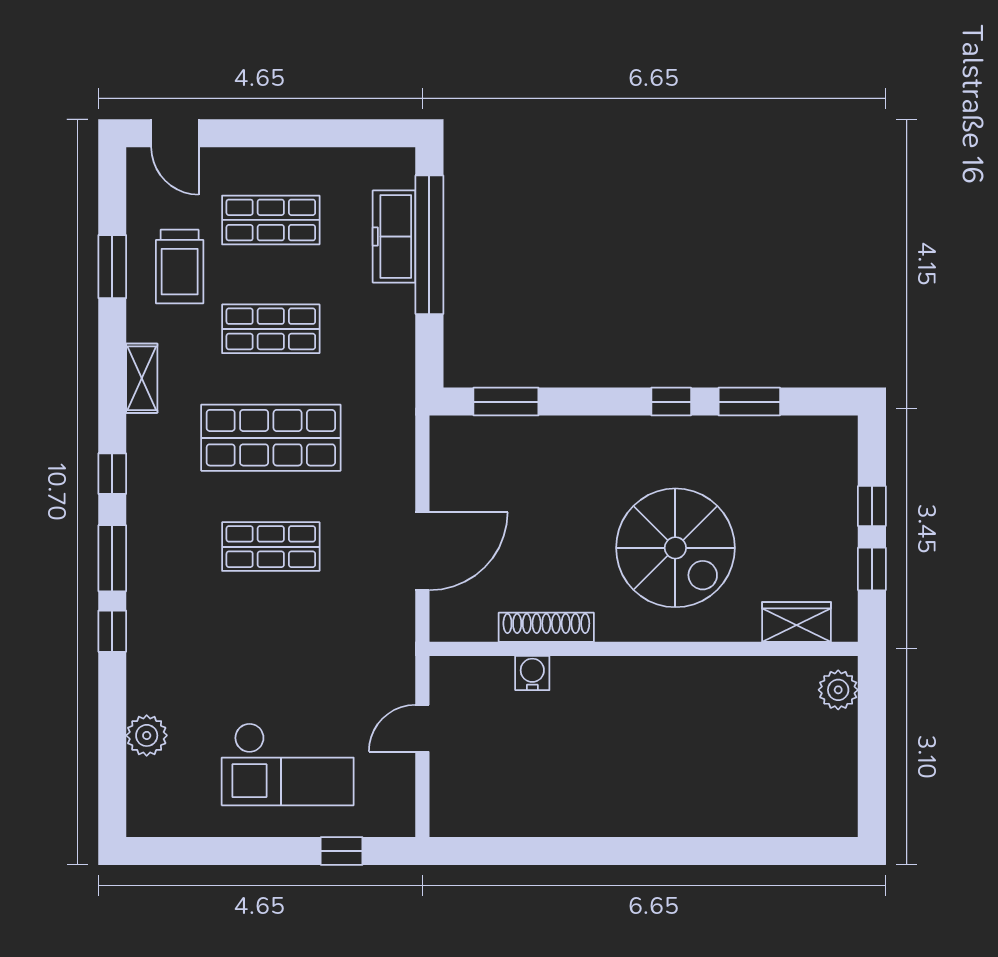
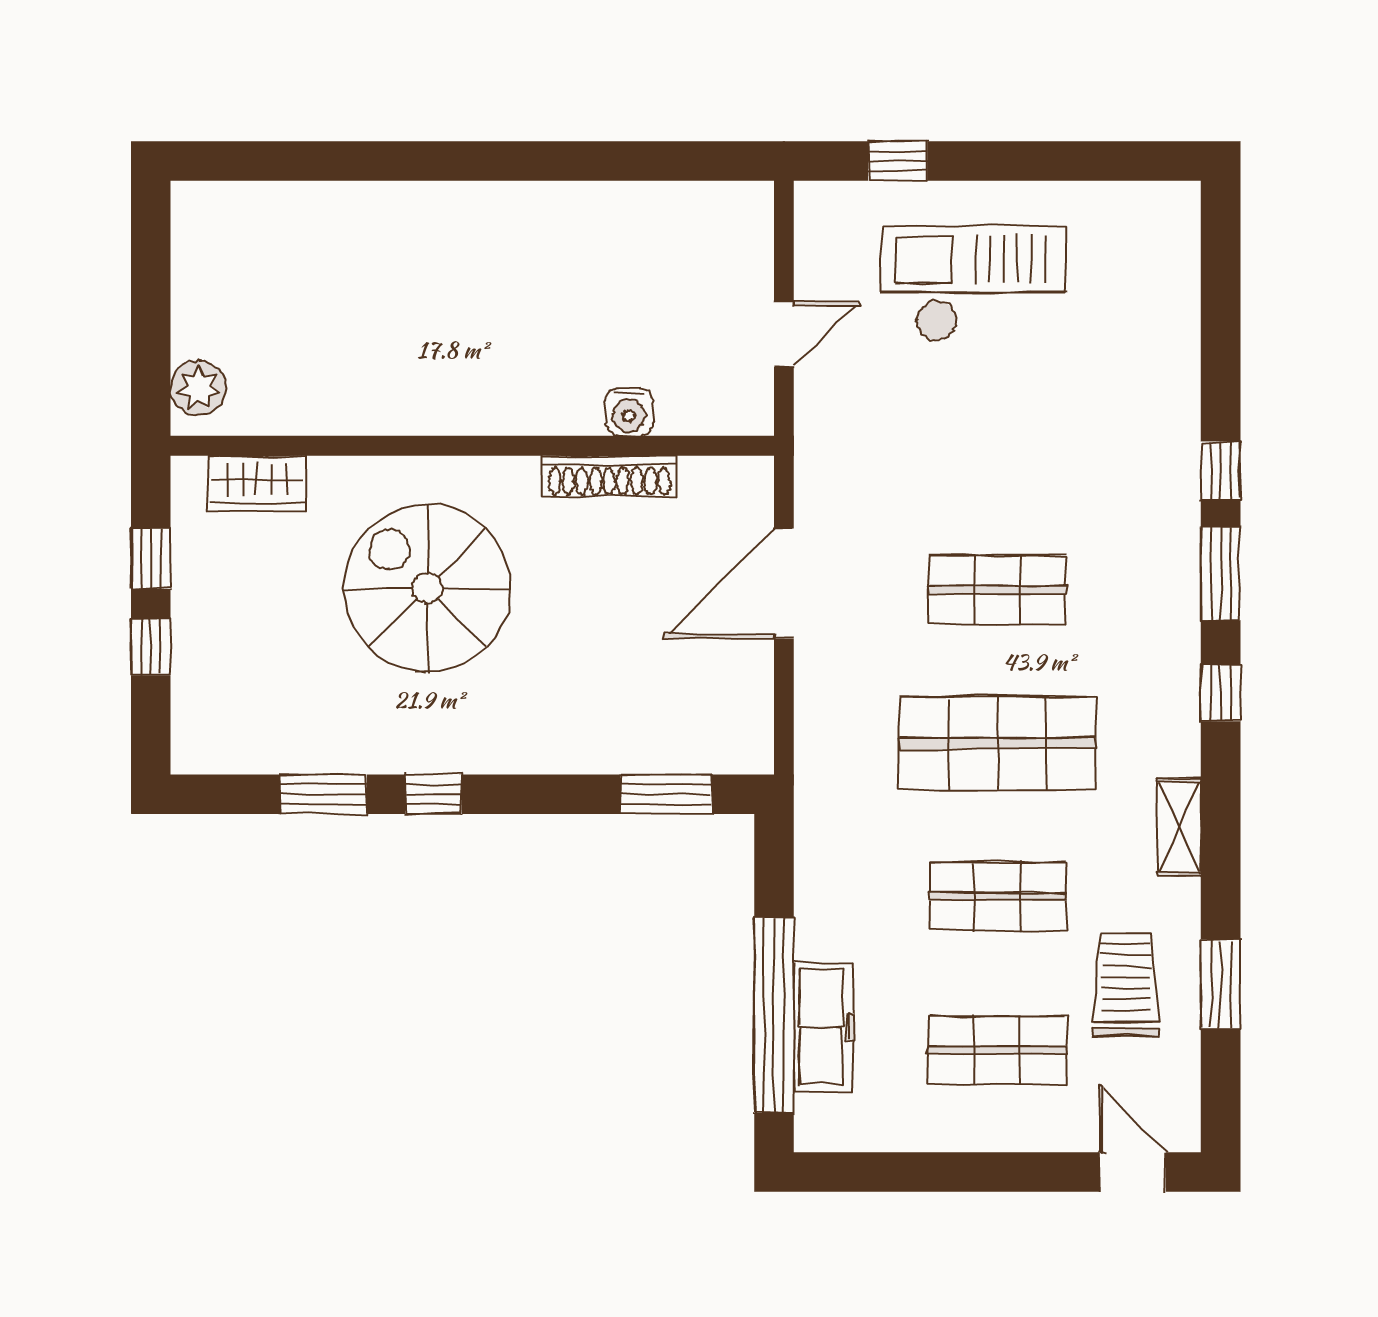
plant: (147, 735) -> (1172, 324), removed

